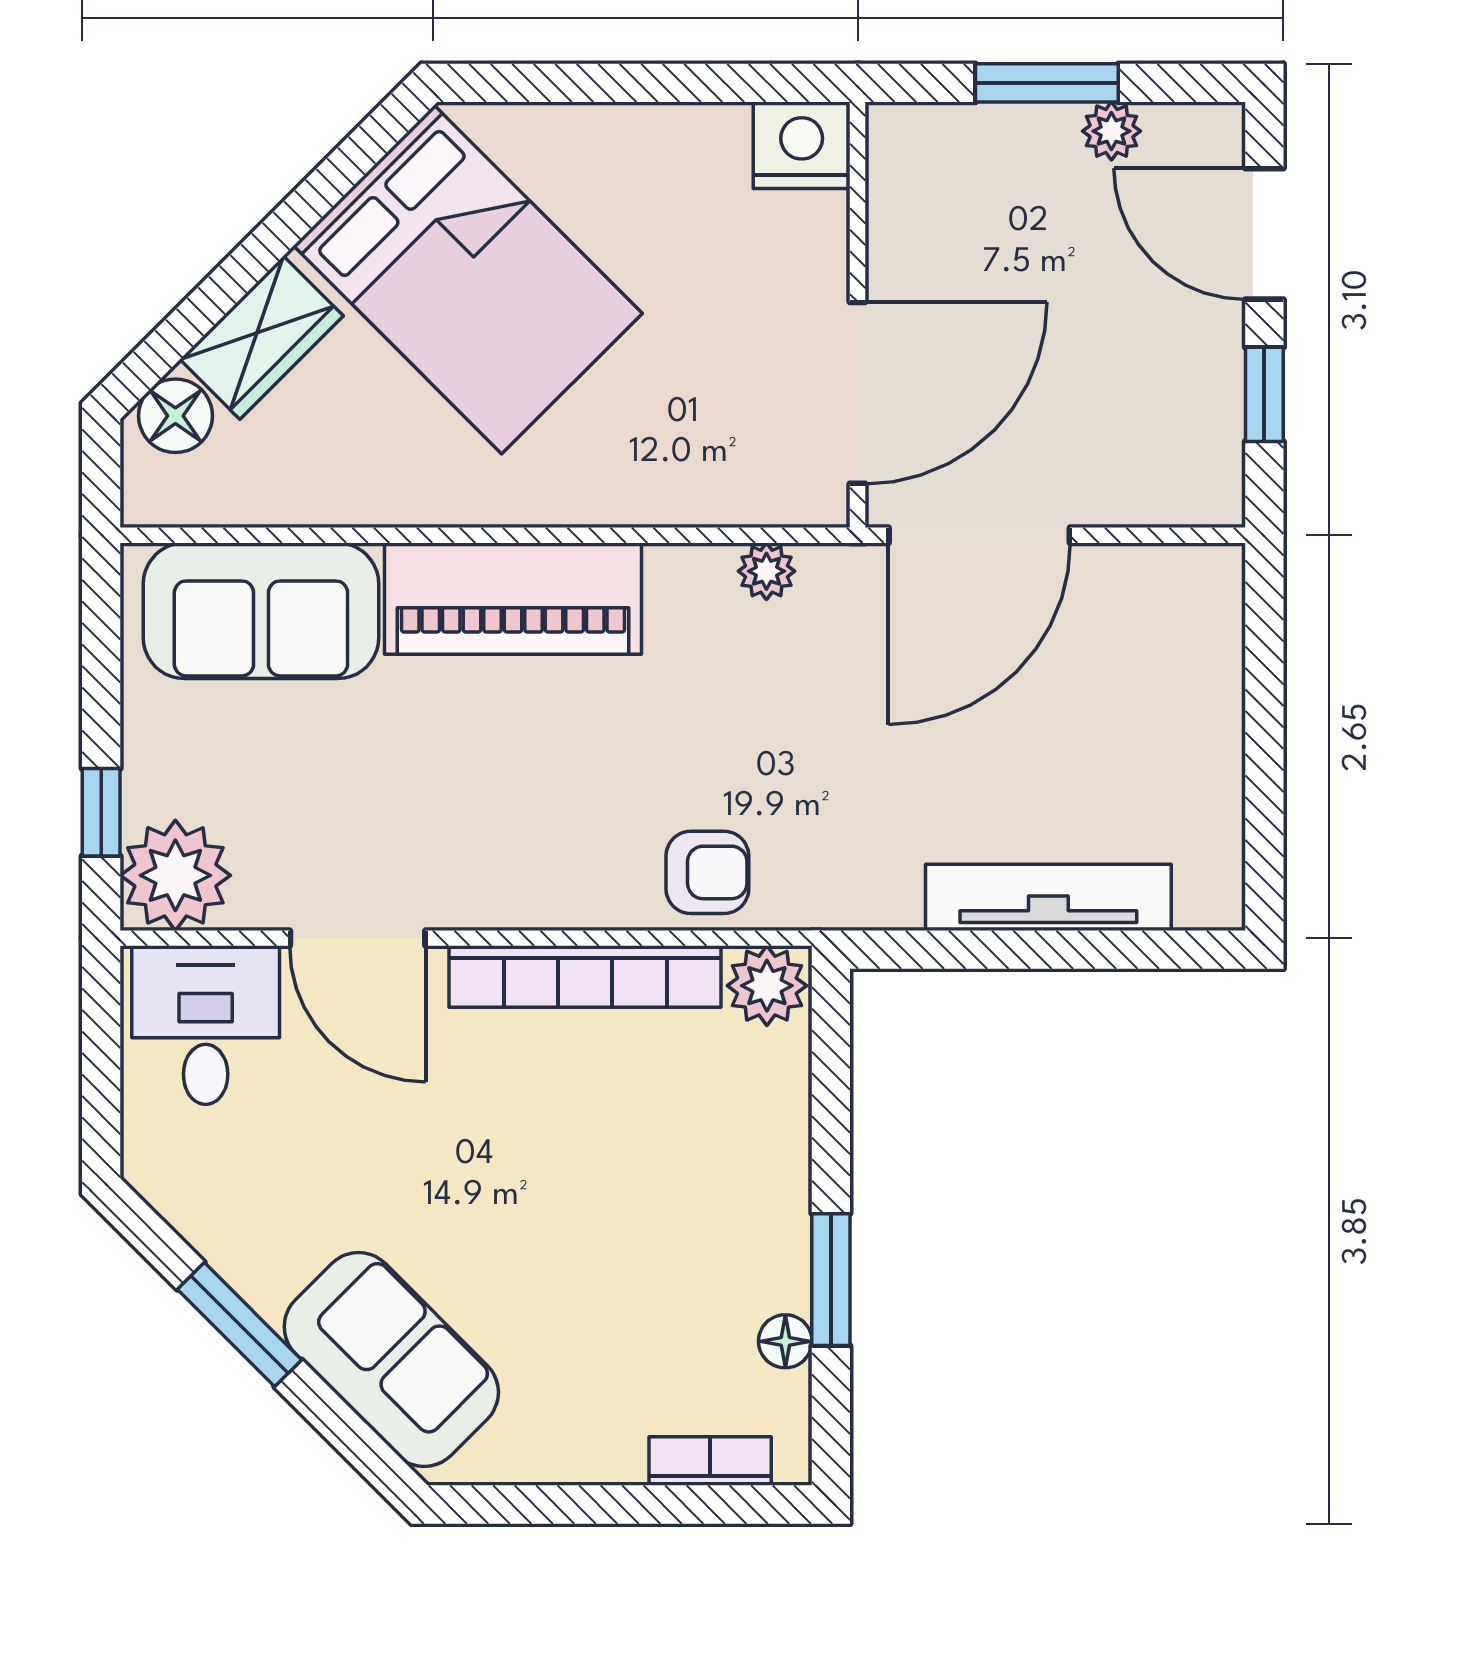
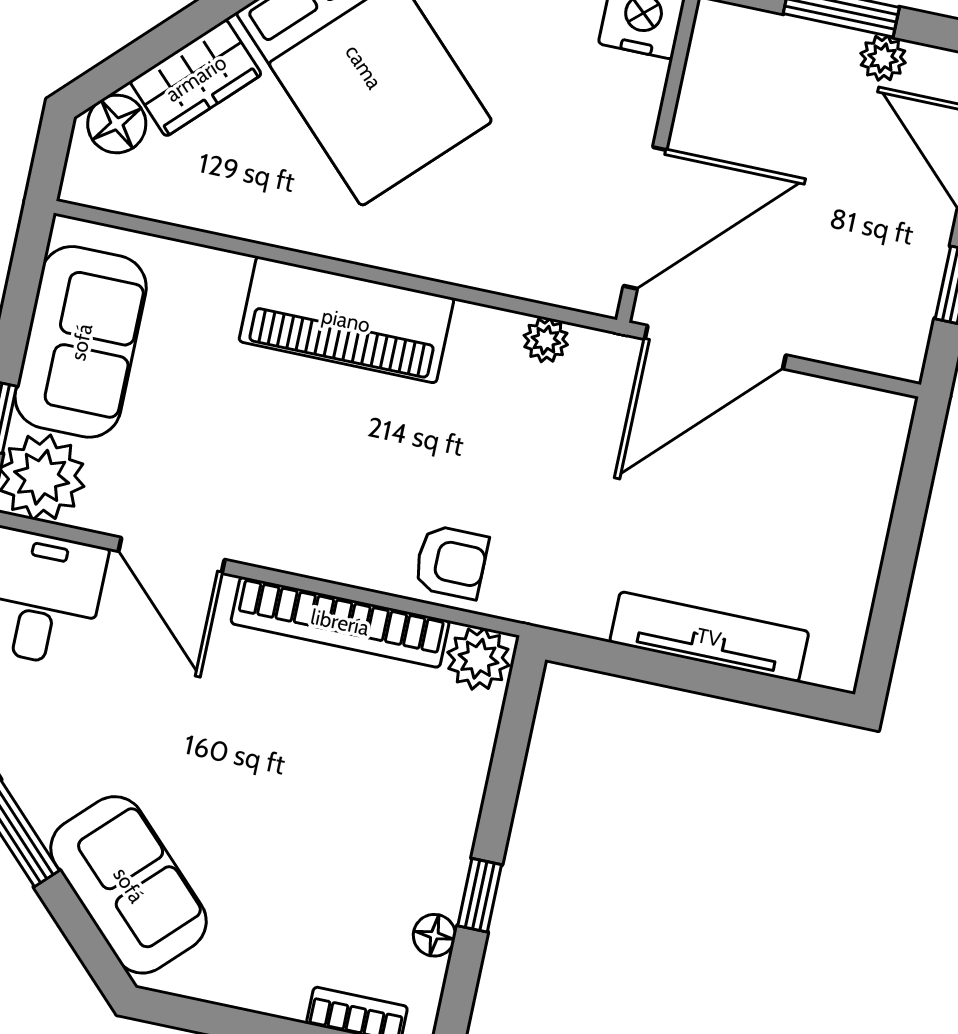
sofa: (261, 611) -> (81, 342), moved, turned -90
window: (831, 1280) -> (480, 895), width x0.67

